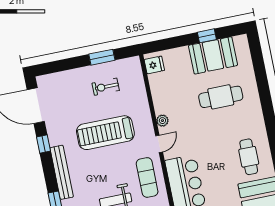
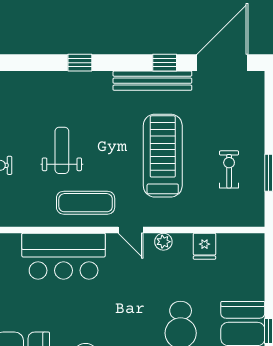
fridge: (154, 65) -> (204, 246), moved
bench: (62, 172) -> (152, 81), moved

